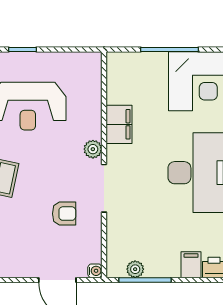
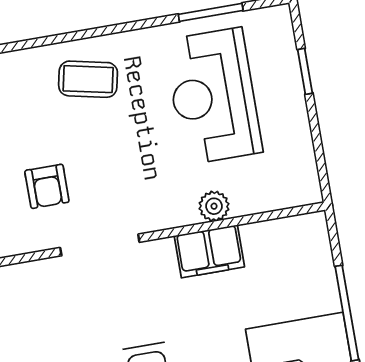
plant: (93, 149) -> (214, 206), moved

